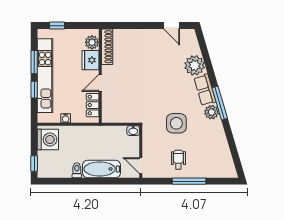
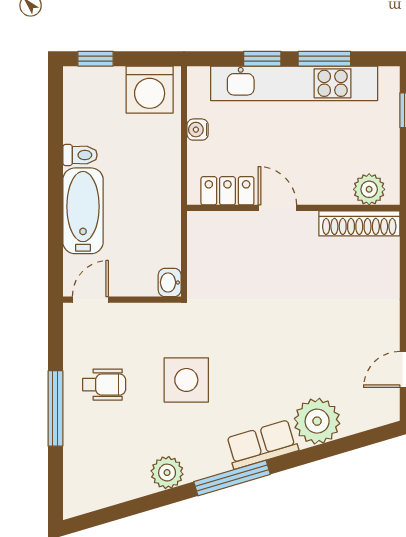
fridge: (91, 60) -> (329, 186), removed
plant: (212, 112) -> (167, 473), moved

